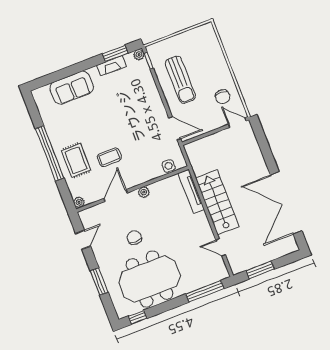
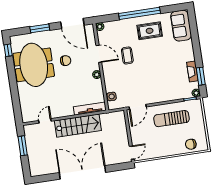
sofa: (72, 88) -> (181, 26), moved
chair: (223, 97) -> (191, 144), moved
rug: (76, 160) -> (150, 31), moved
double door: (286, 203) -> (82, 172), moved
door: (83, 240) -> (72, 23), width x1.88
window: (205, 291) -> (16, 103), removed

